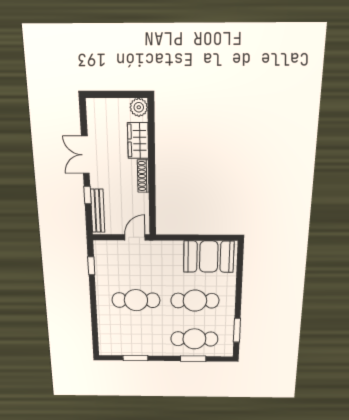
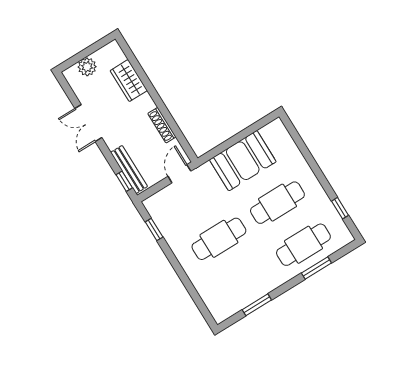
plant: (139, 107) -> (87, 67), moved
shoe rack: (143, 176) -> (162, 125), moved
window: (87, 195) -> (124, 181), moved
booth: (209, 257) -> (243, 161), moved
window: (237, 330) -> (340, 208), width x0.67

